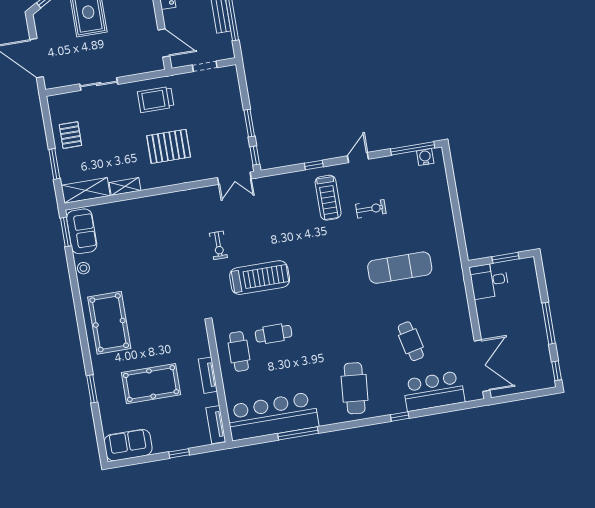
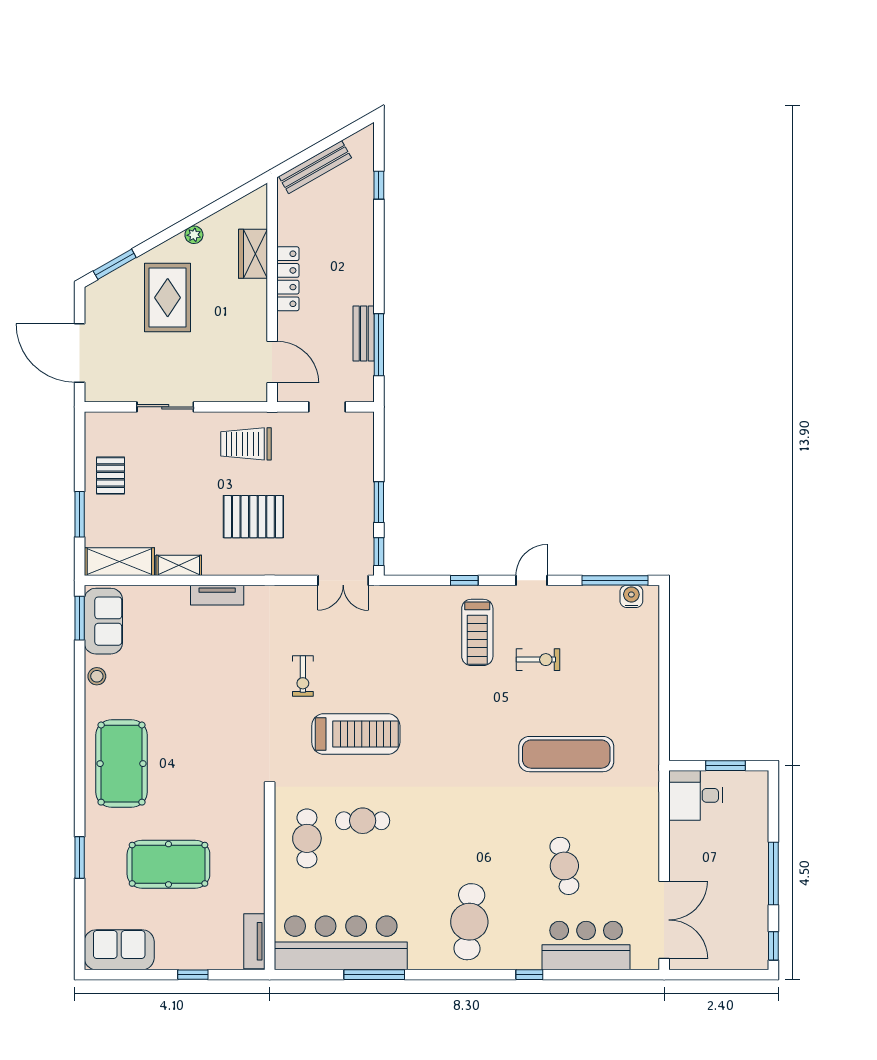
tv unit: (208, 375) -> (217, 595), moved, turned -90

